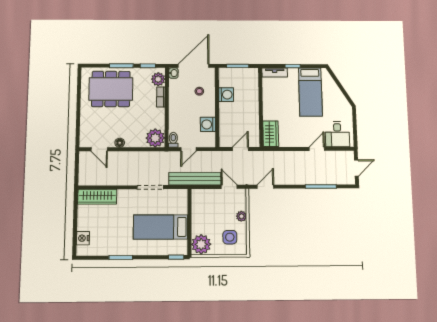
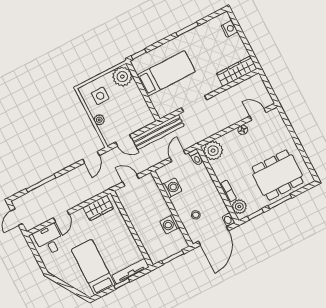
tv unit: (275, 72) -> (131, 271), width x1.41
wardrobe: (271, 134) -> (98, 208), moved, turned -90
door: (240, 149) -> (131, 180), swing flipped

